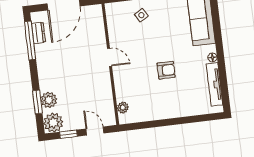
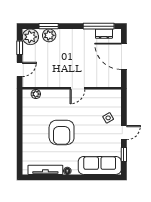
armchair: (166, 70) -> (62, 132), width x1.88, depth x1.88

